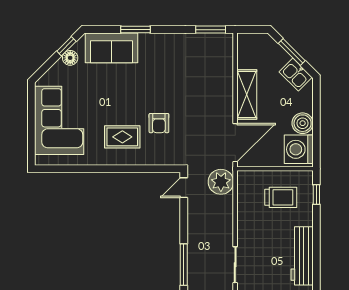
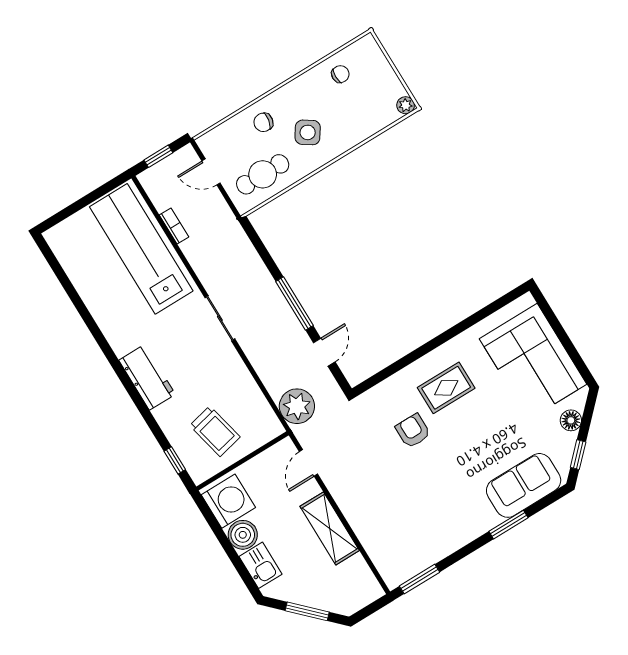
floor lamp: (70, 58) -> (571, 420), moved
kitchen sink: (296, 75) -> (261, 565), moved, turned 45
door: (235, 143) -> (308, 463), width x0.53
door: (184, 188) -> (324, 352), moved
trolley: (281, 197) -> (215, 431), turned -103
workbench: (302, 256) -> (147, 377), width x0.73
window: (184, 265) -> (294, 304), moved

